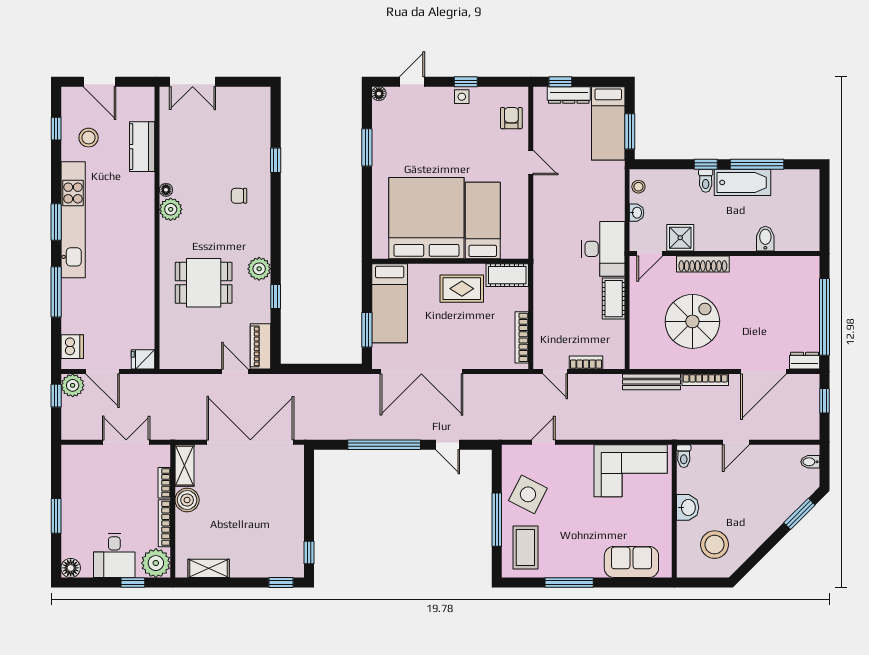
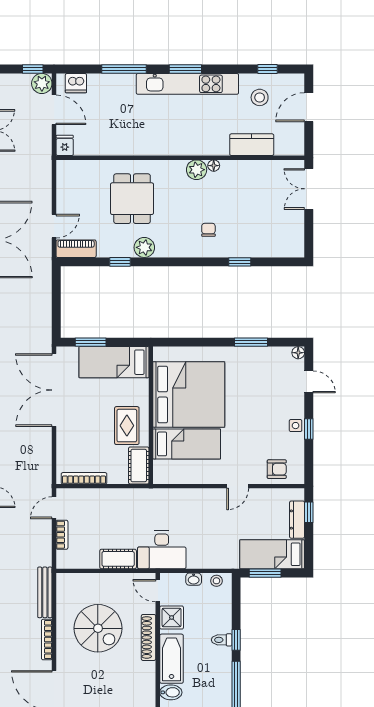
bathtub: (742, 182) -> (172, 659), moved, turned 180
door: (103, 371) -> (54, 110), swing flipped

